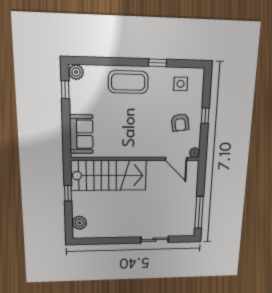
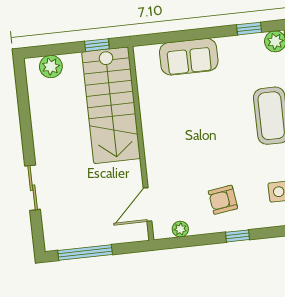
wall: (136, 159) -> (141, 143), moved
door: (176, 159) -> (148, 205), moved
stairs: (109, 175) -> (111, 105), moved

